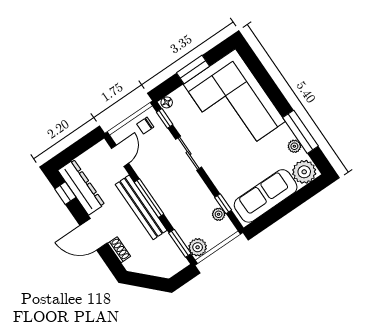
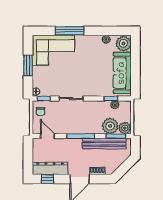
corner sofa: (234, 103) -> (53, 50), width x0.73, depth x0.74
window: (300, 132) -> (69, 31), moved
bench: (141, 207) -> (104, 144), moved
plant: (188, 227) -> (110, 126), added

